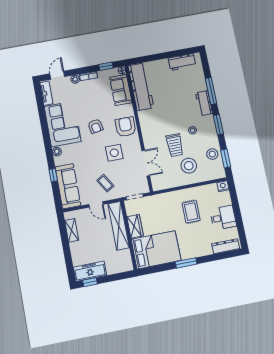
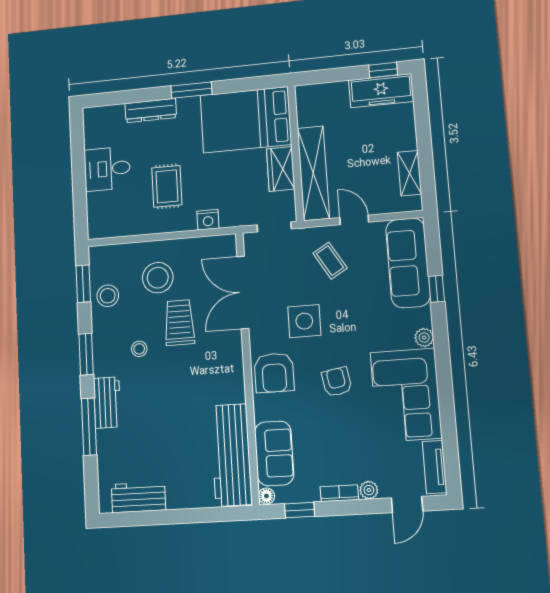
double door: (146, 163) -> (243, 292), width x1.37
nightstand: (223, 186) -> (208, 220), moved
dresser: (226, 246) -> (151, 110), moved

